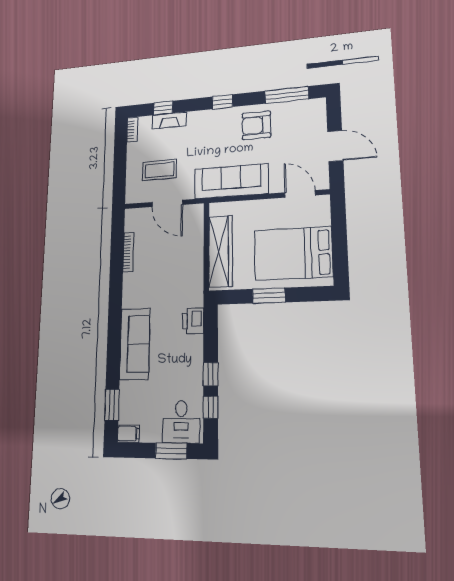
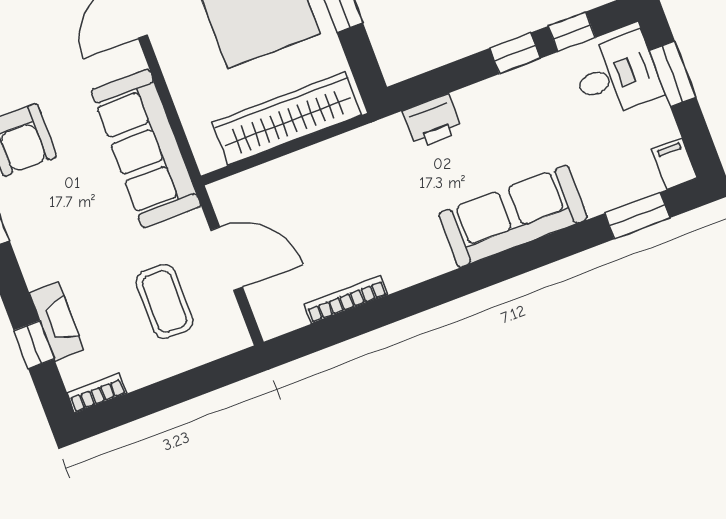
door: (167, 203) -> (227, 259), hinge flipped

